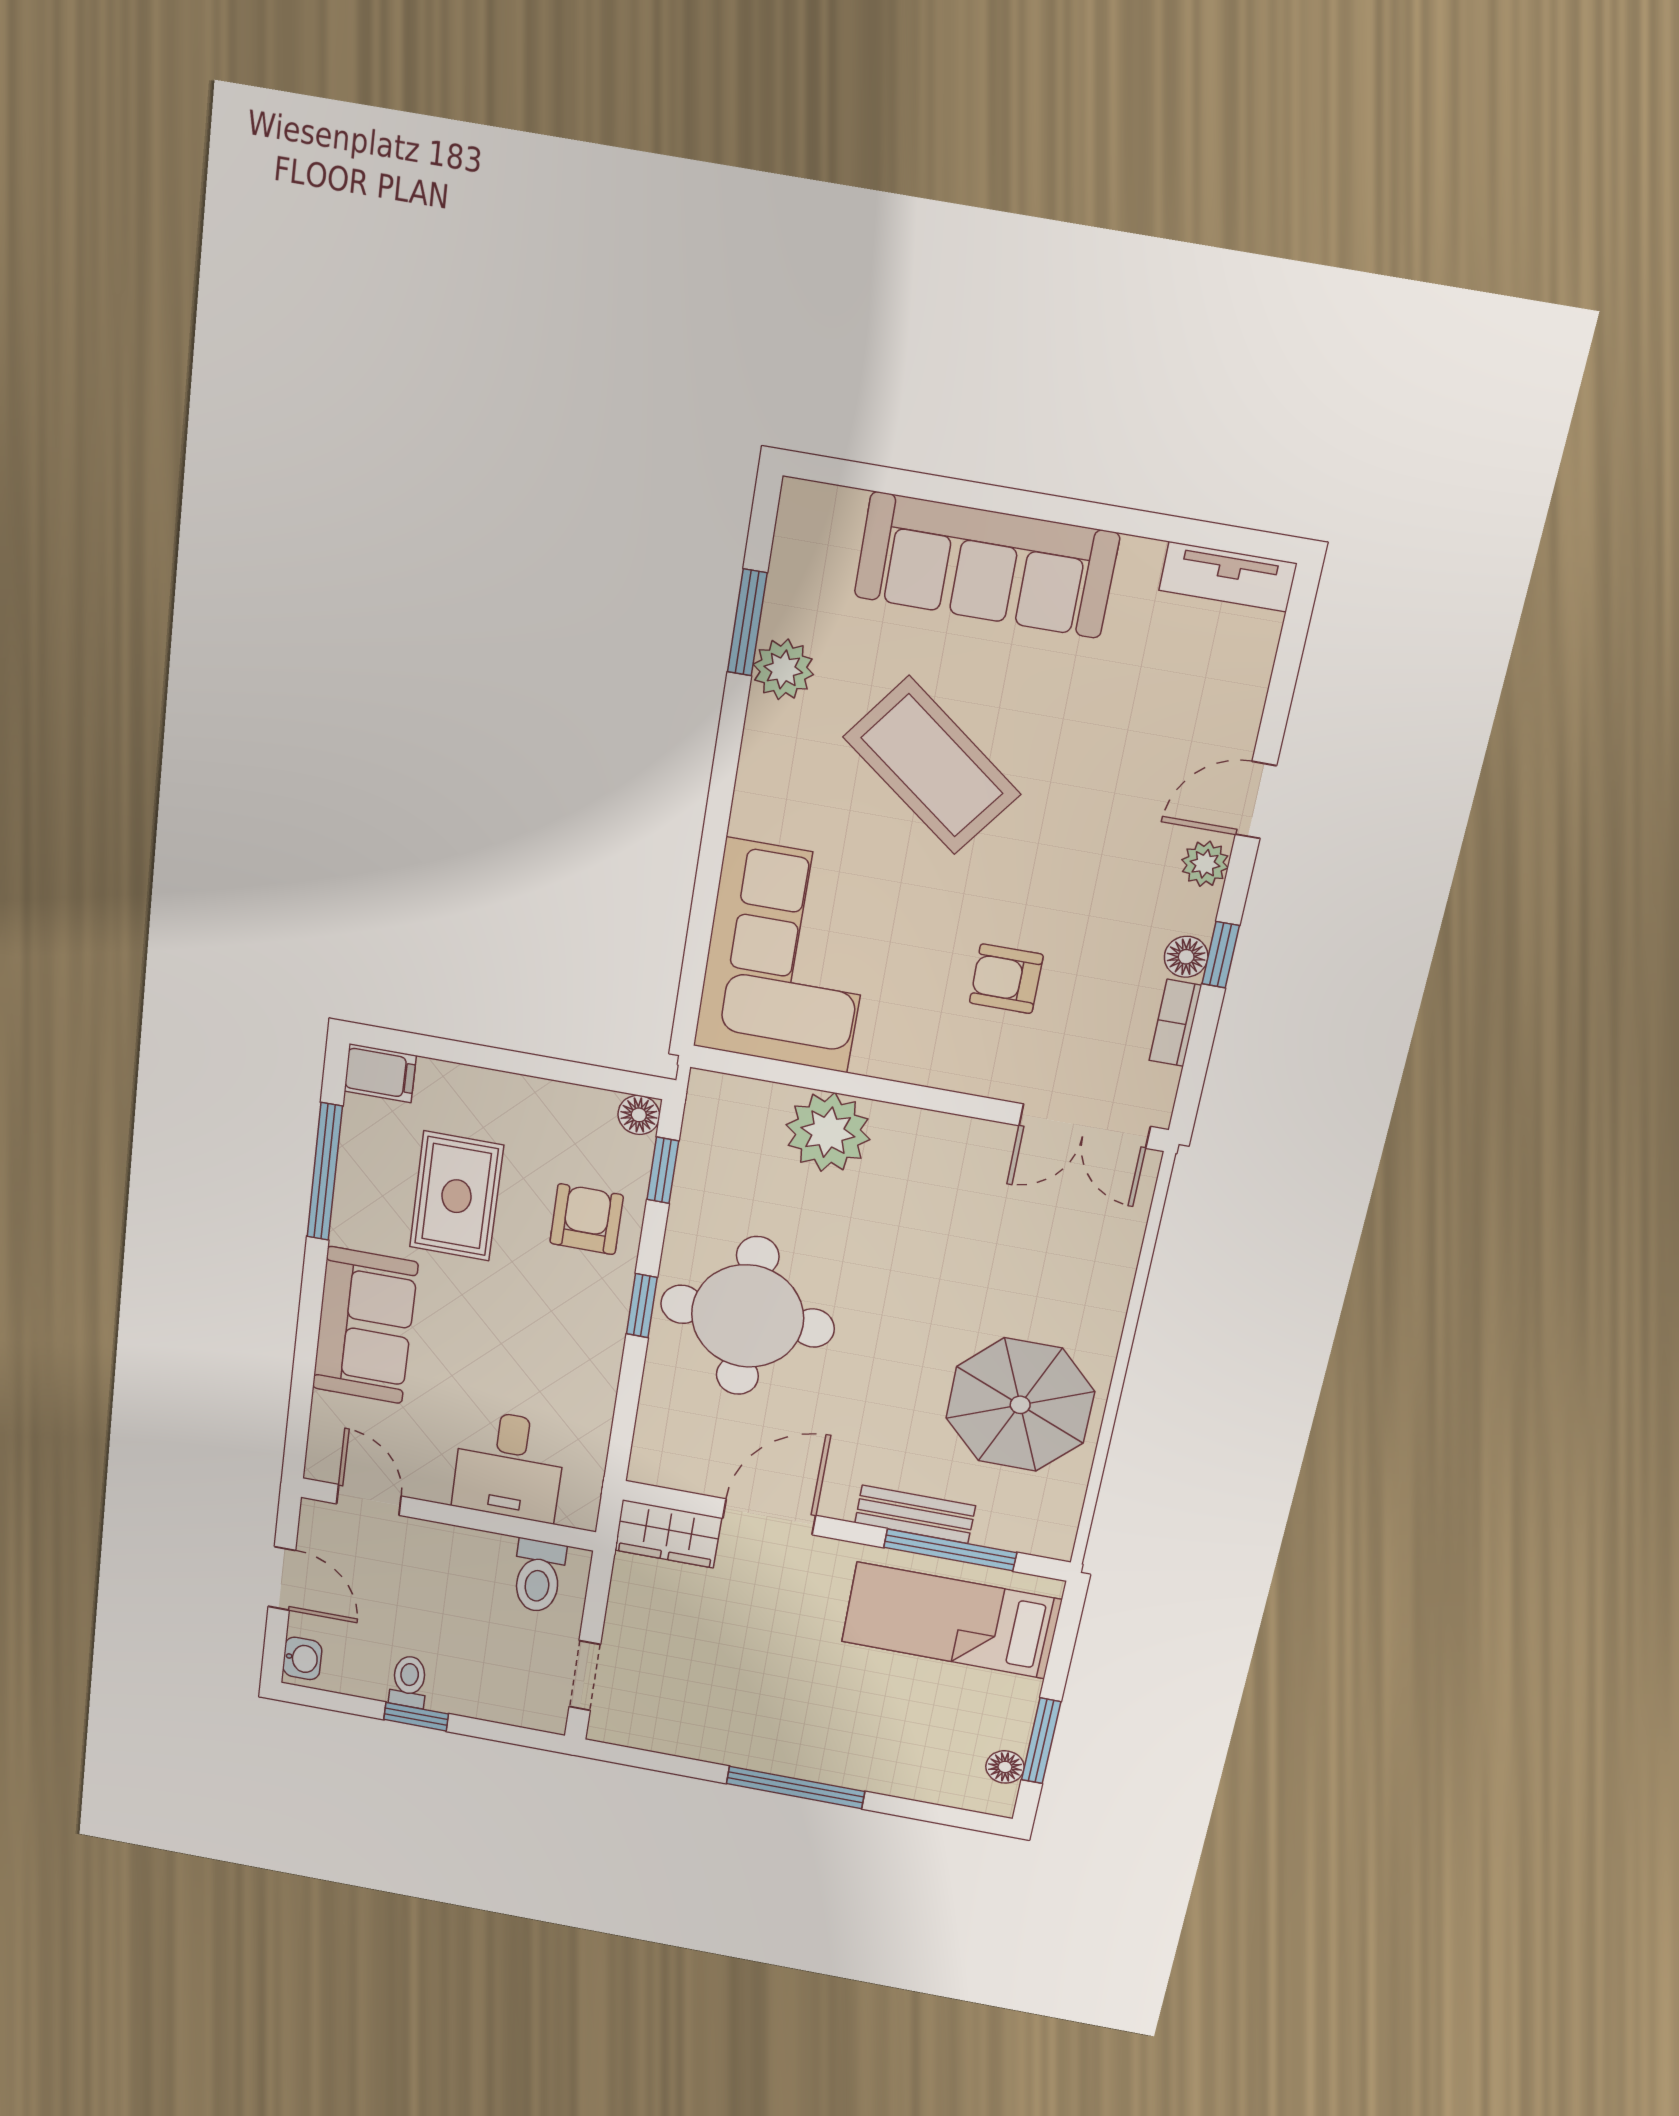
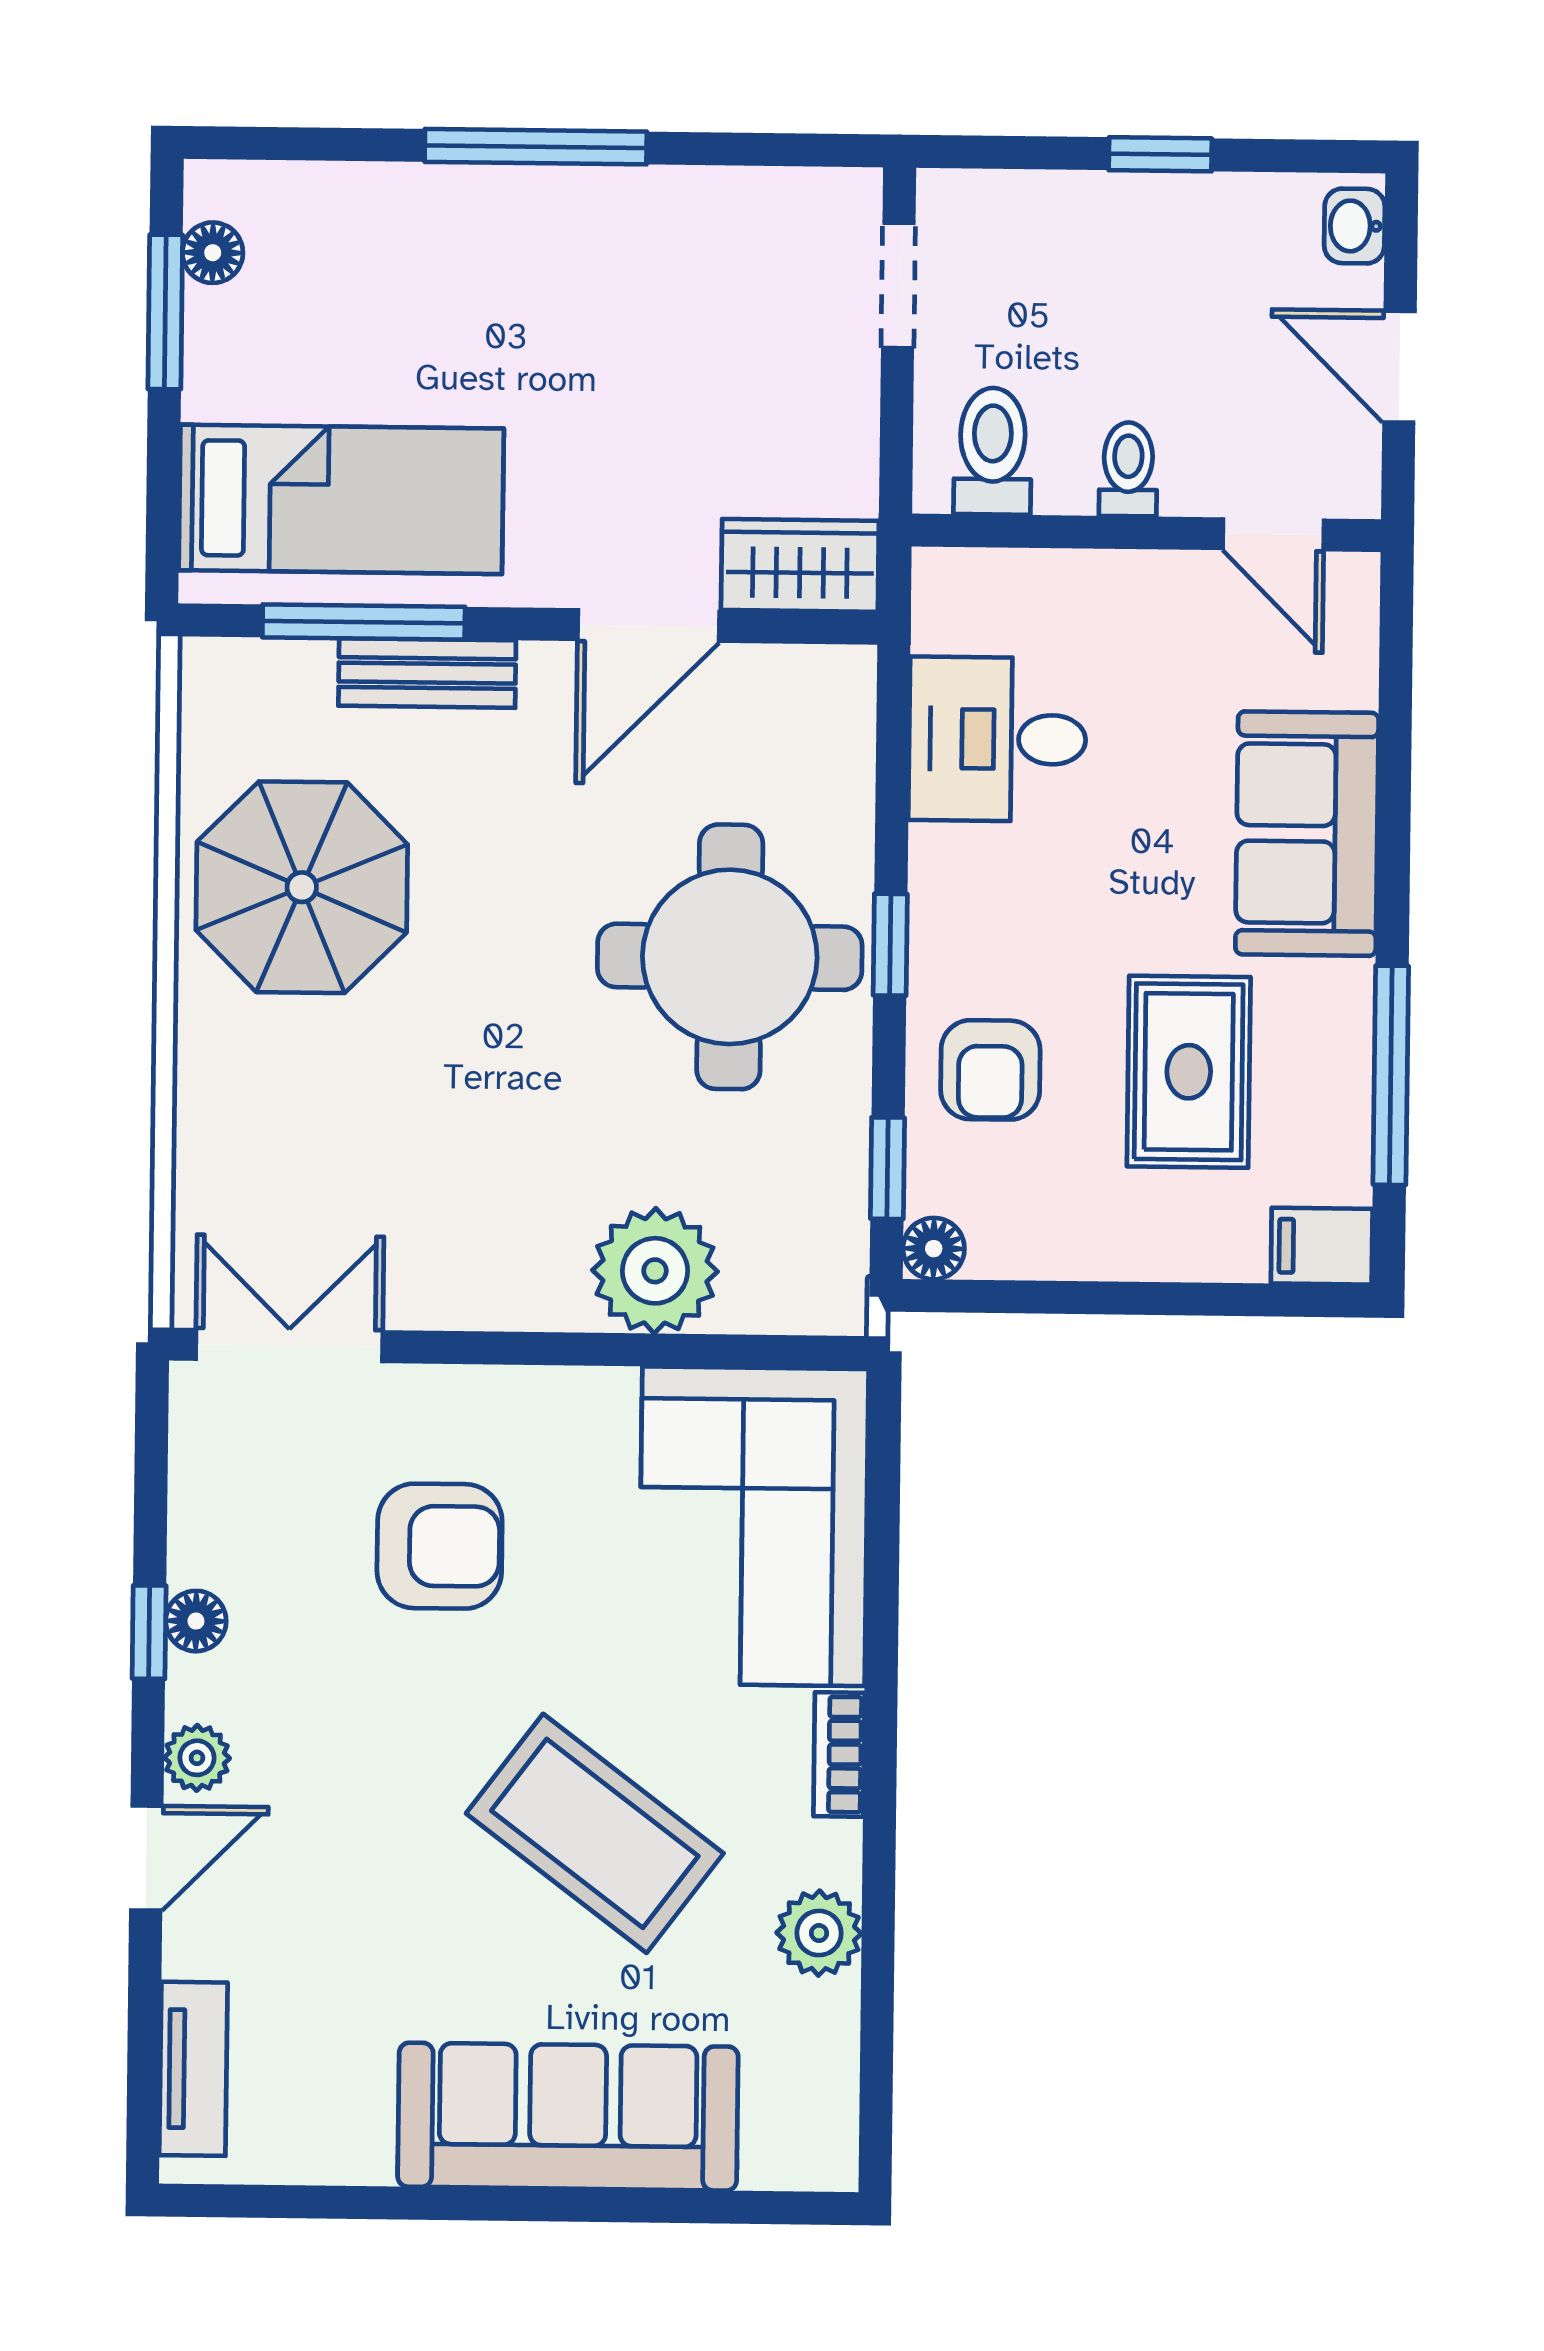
tv unit: (1228, 577) -> (193, 2069), moved, turned 90
window: (747, 622) -> (877, 1989), removed
armchair: (1006, 979) -> (440, 1546), width x1.38, depth x1.38
bookcase: (1175, 1023) -> (839, 1754), moved, turned 180
desk: (509, 1466) -> (997, 739), moved, turned -90
toilet: (409, 1681) -> (1128, 469), moved, turned 180

